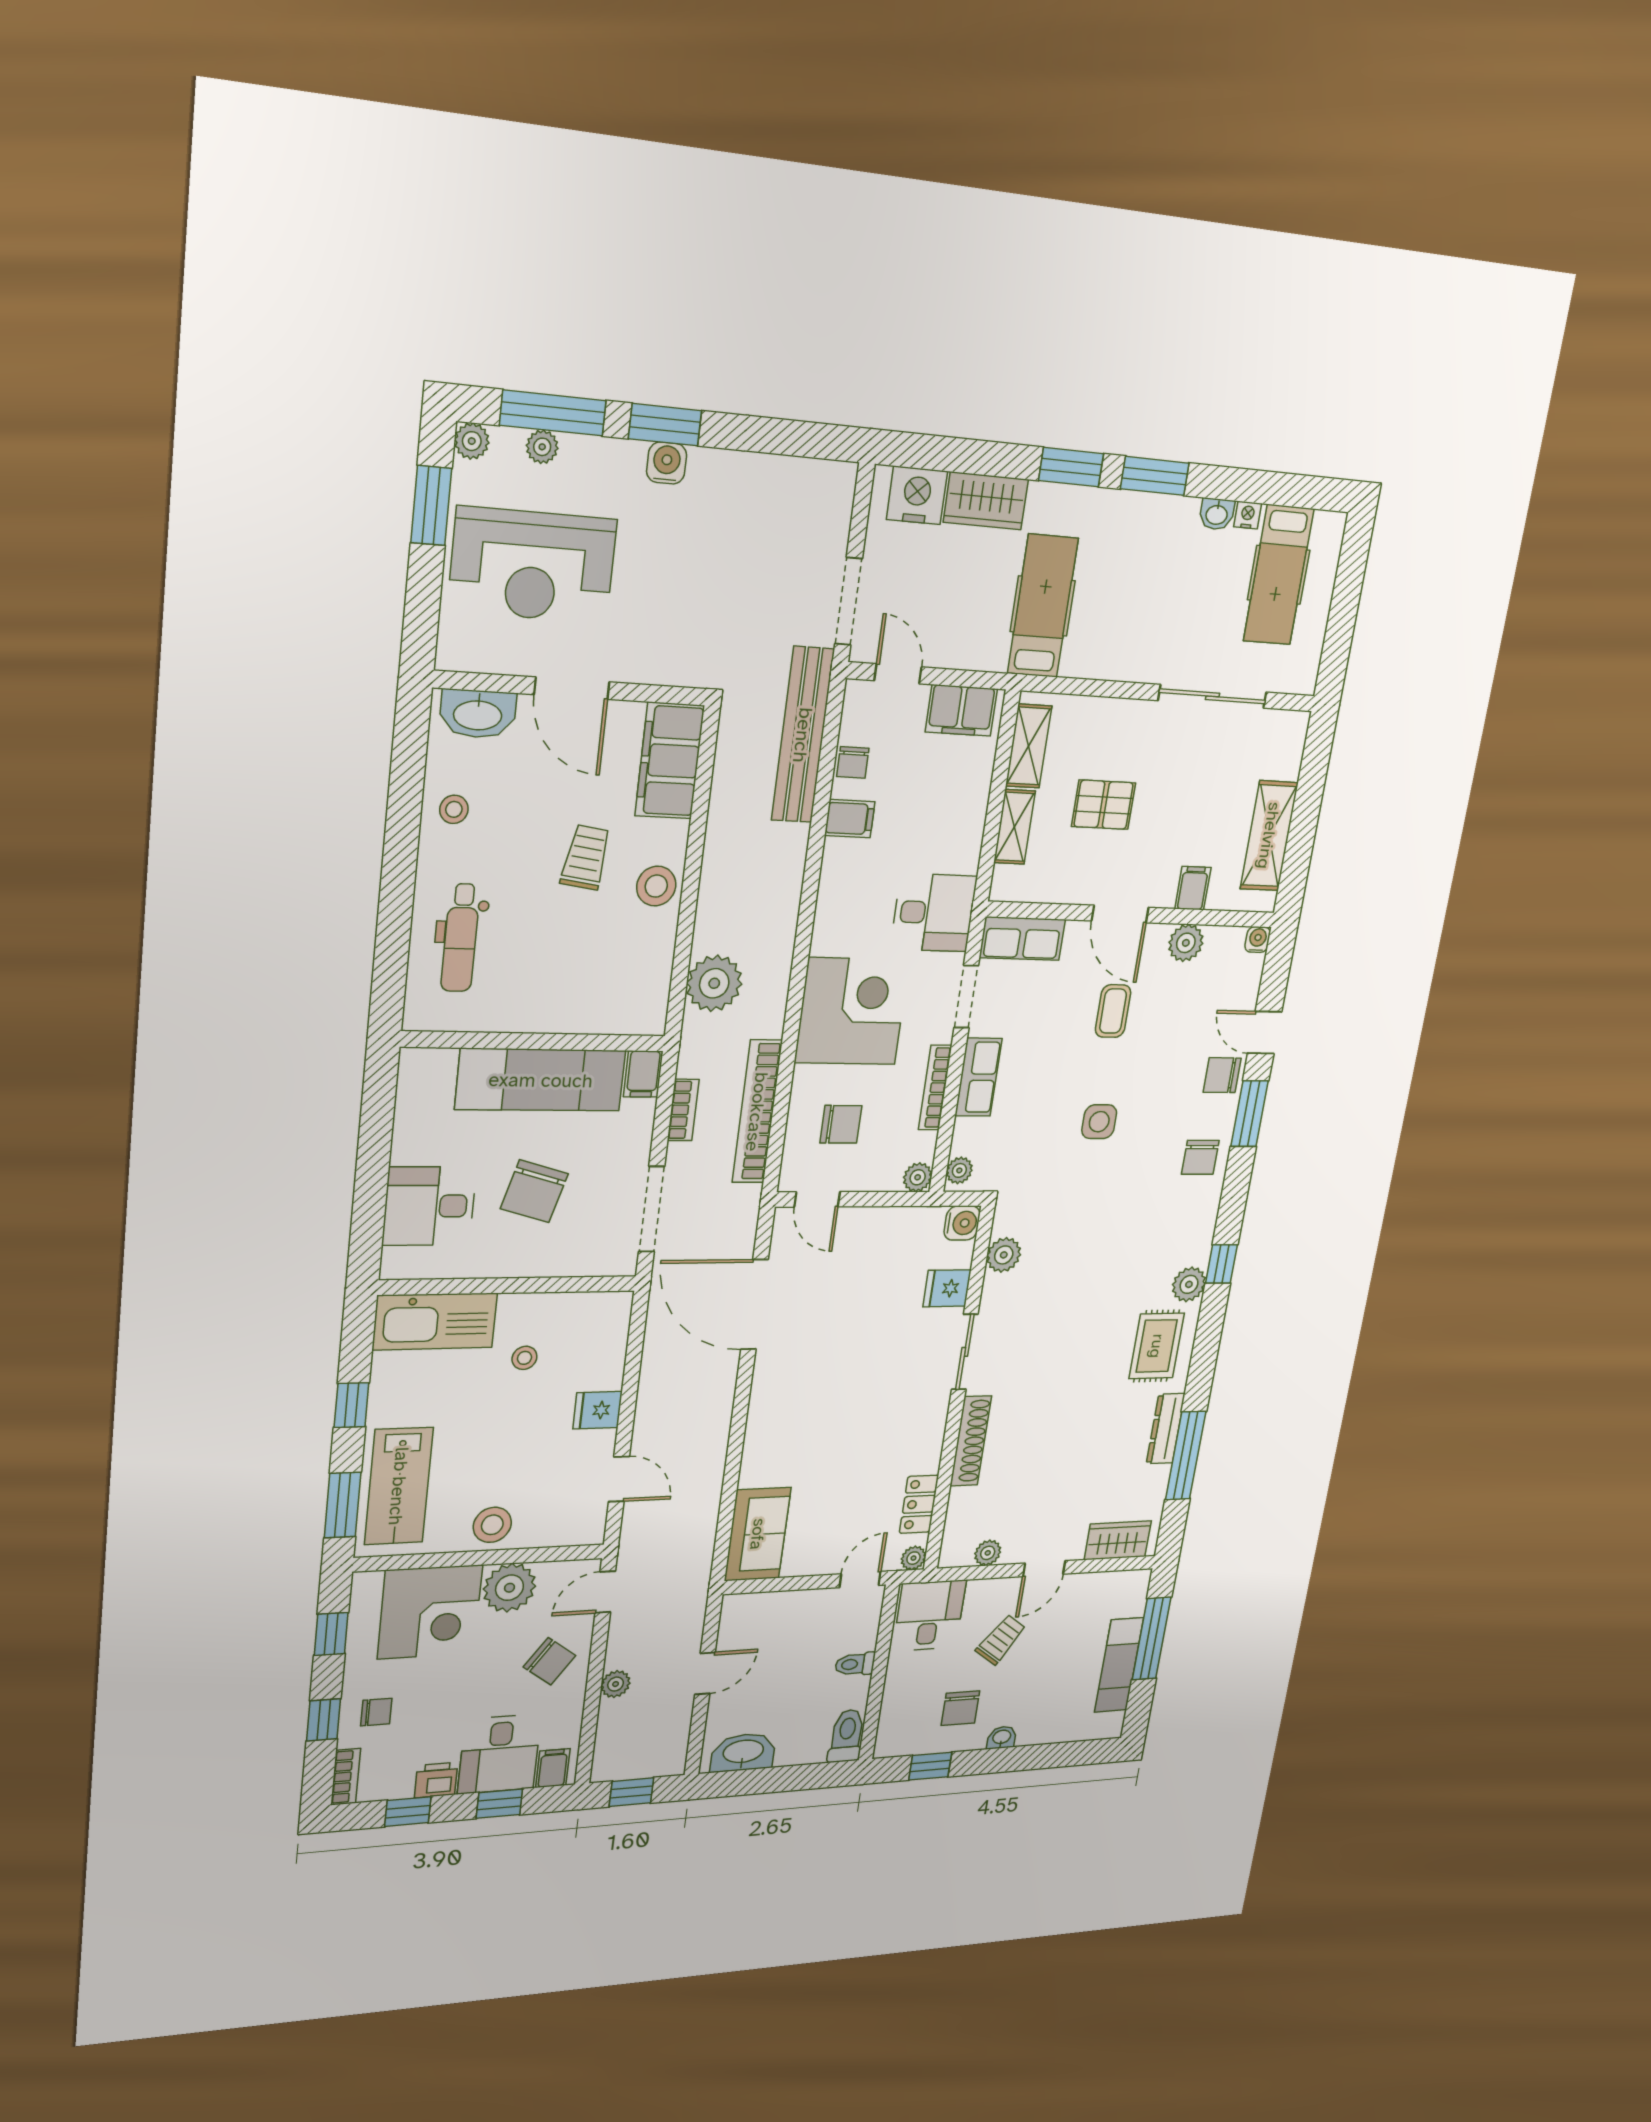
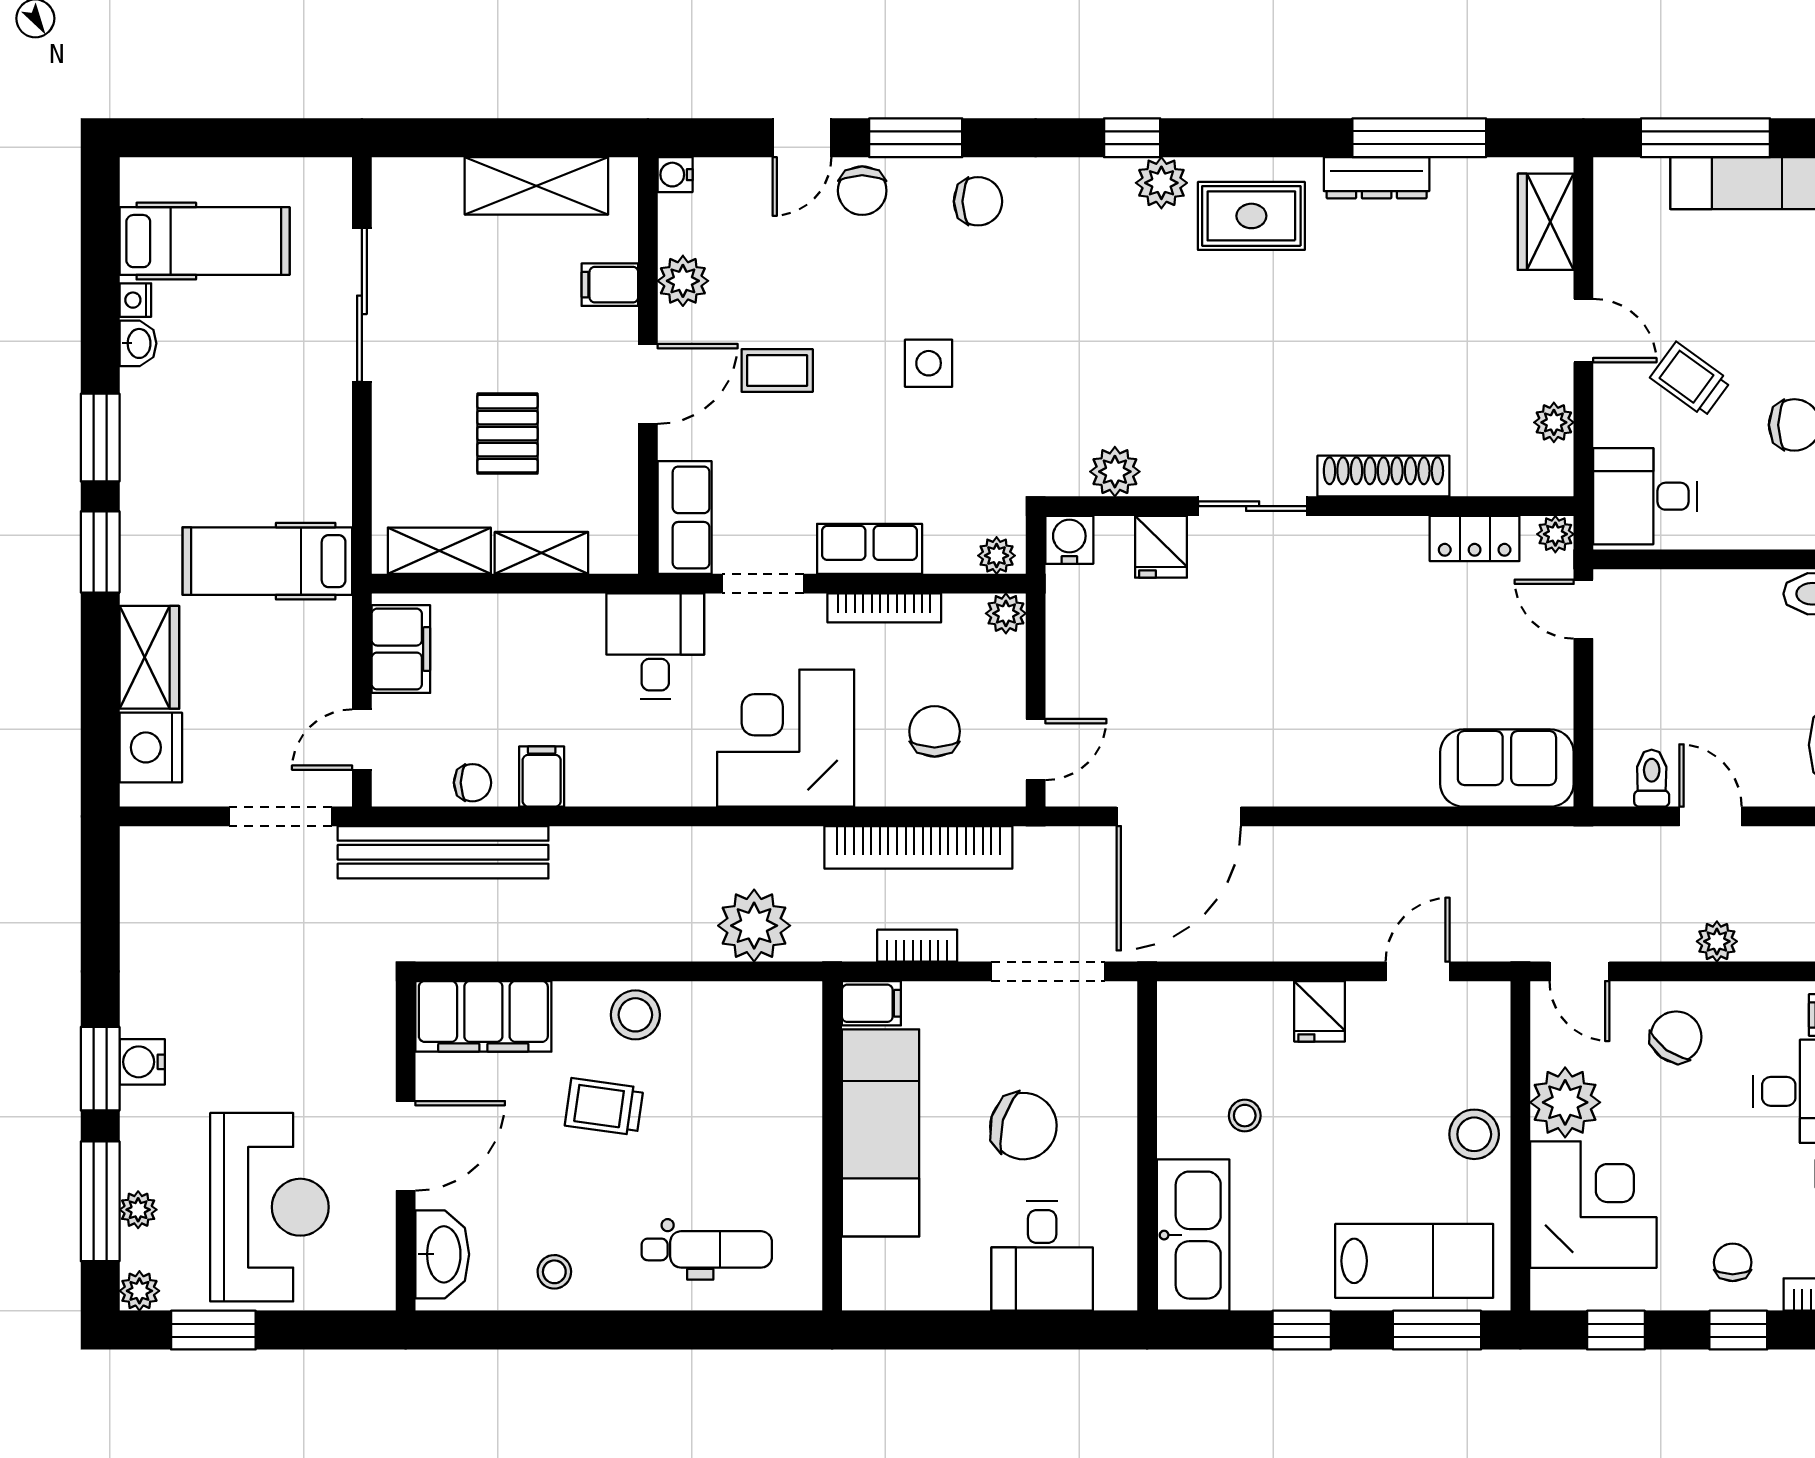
toilet: (855, 1664) -> (1652, 778), moved, turned 180

